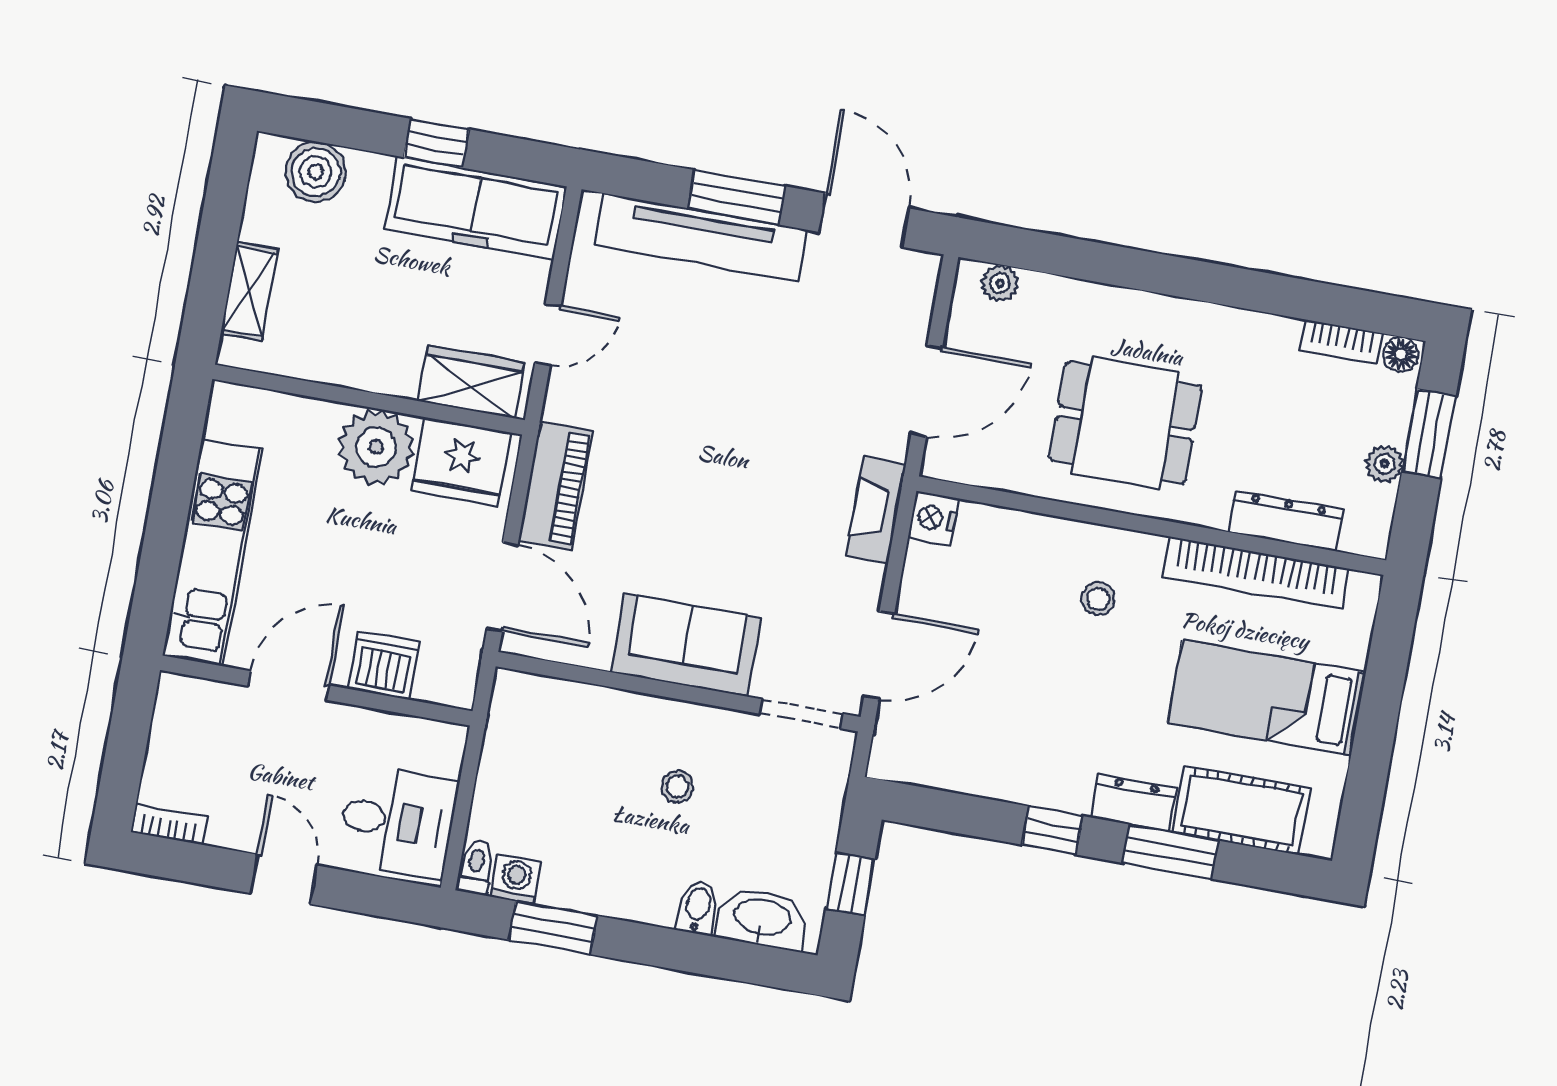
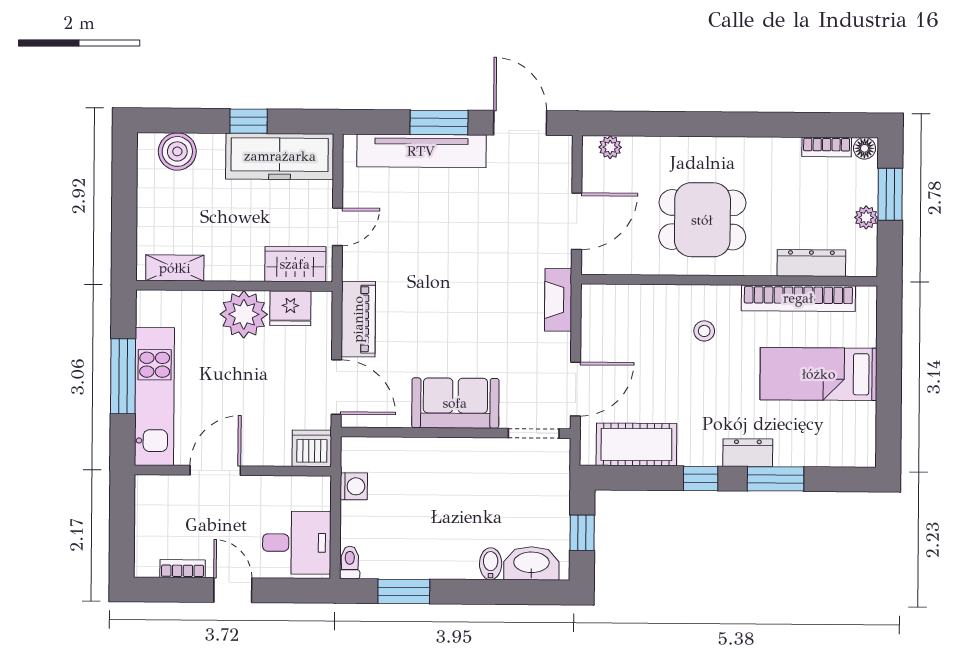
shelving: (249, 291) -> (175, 268), moved, turned 90
fridge: (461, 462) -> (290, 308), width x0.73, depth x0.75
window: (169, 512) -> (123, 376), added
nightstand: (933, 518) -> (594, 299), removed
dishwasher: (384, 666) -> (312, 448), moved
stool: (677, 787) -> (465, 491), removed
cot: (1242, 810) -> (636, 445), moved
bookcase: (169, 824) -> (183, 569), moved
washing machine: (516, 879) -> (354, 486), moved, turned 90

